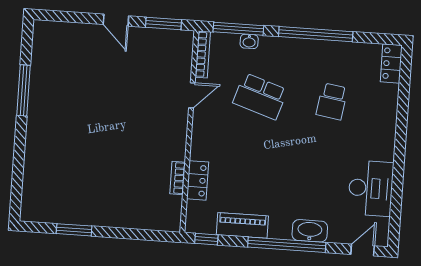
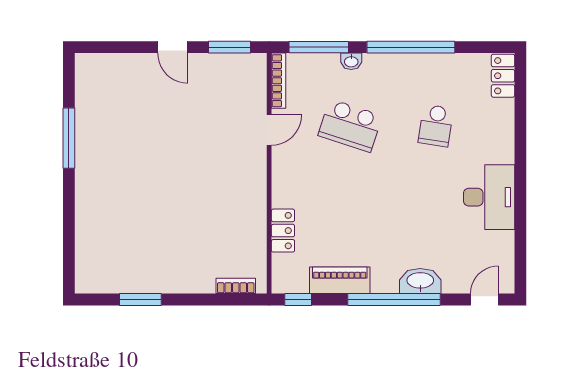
washbasin: (249, 41) -> (351, 61), moved
bookcase: (178, 178) -> (236, 286), moved, turned 90
desk: (371, 188) -> (489, 197), moved

